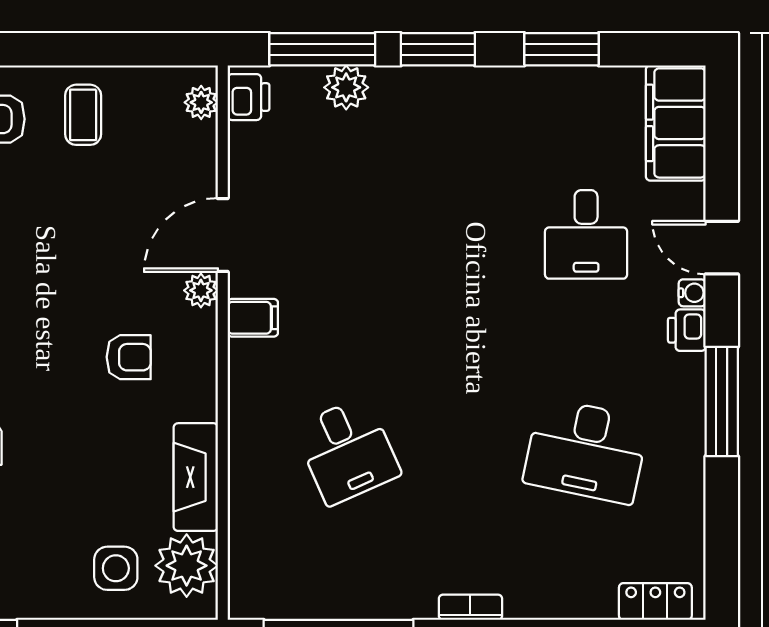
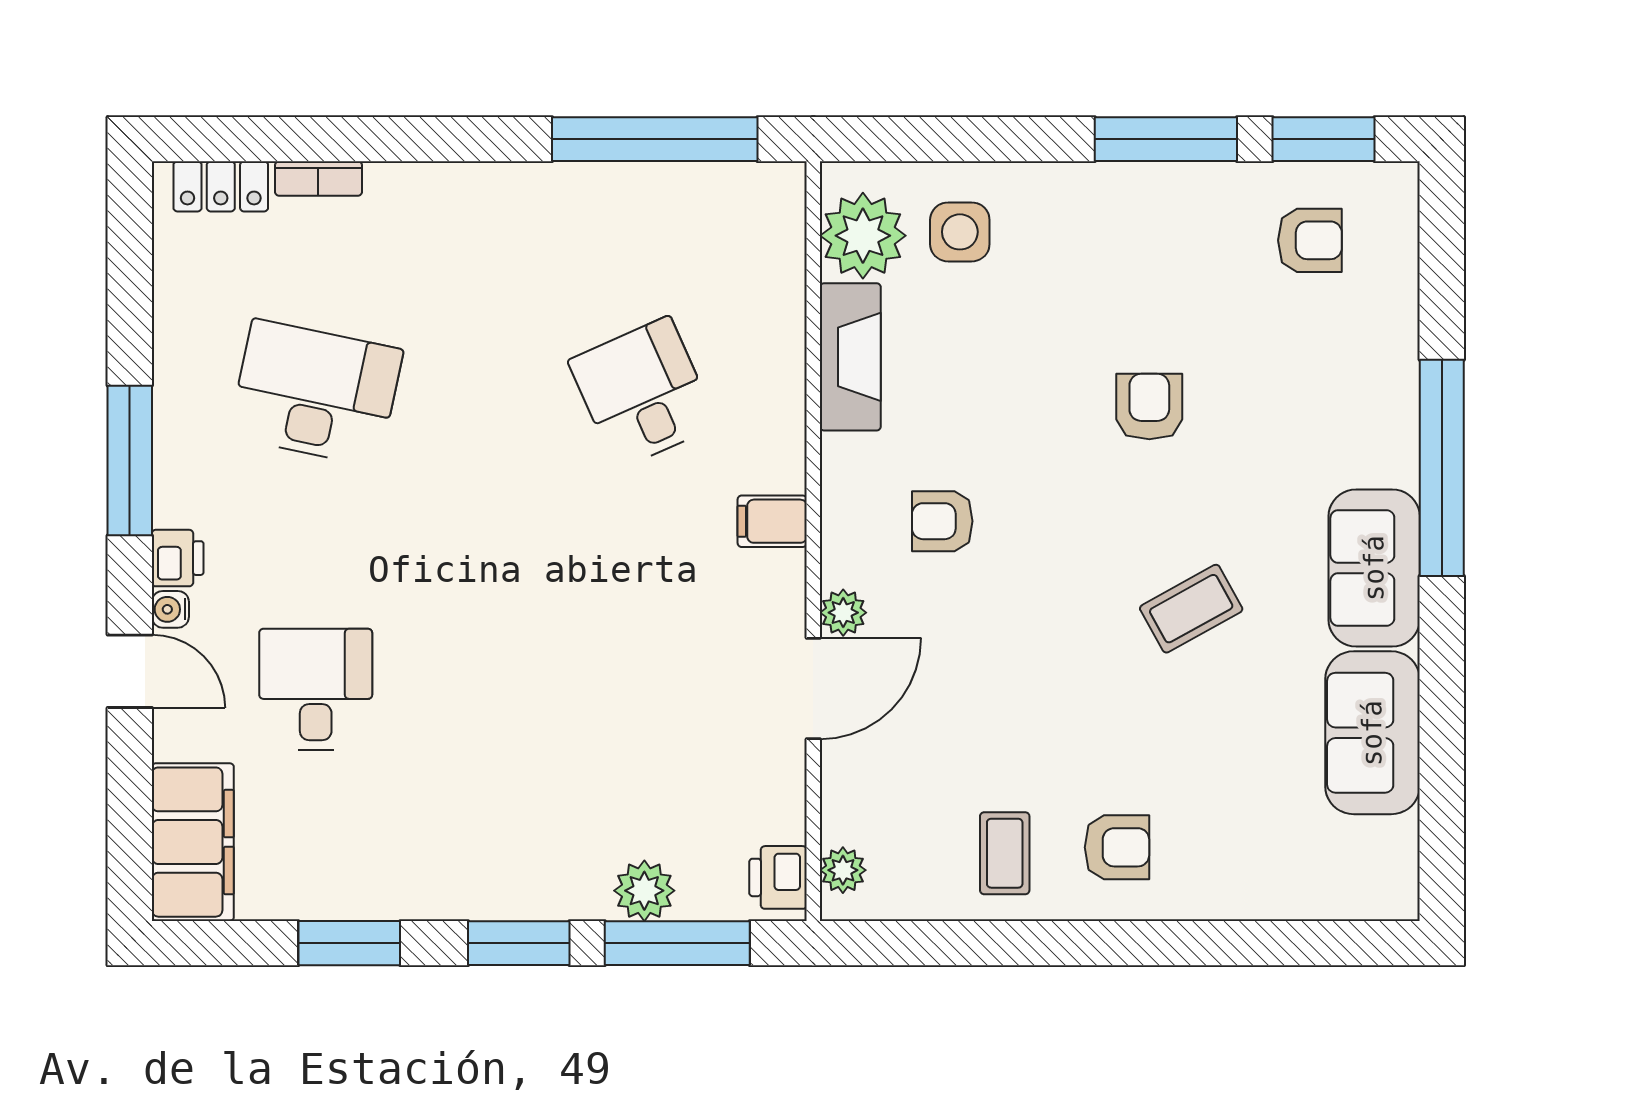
filing cabinet: (253, 318) -> (772, 521), moved
bookcase: (470, 607) -> (318, 179), moved

